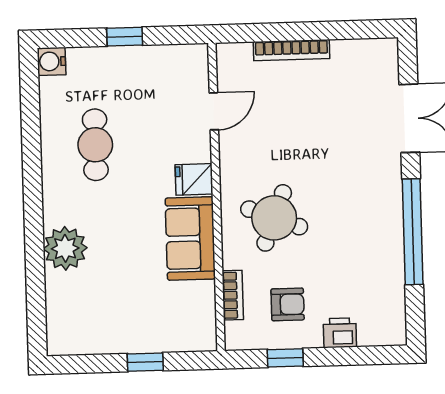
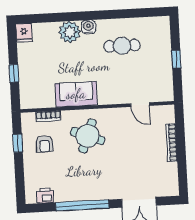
water cooler: (52, 61) -> (89, 27), moved
fridge: (194, 179) -> (24, 33), moved, turned 180
printer: (340, 333) -> (45, 196), moved, turned -90

